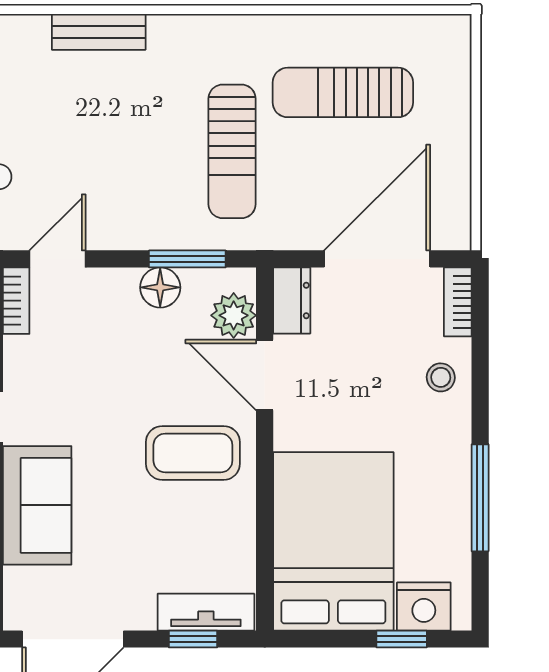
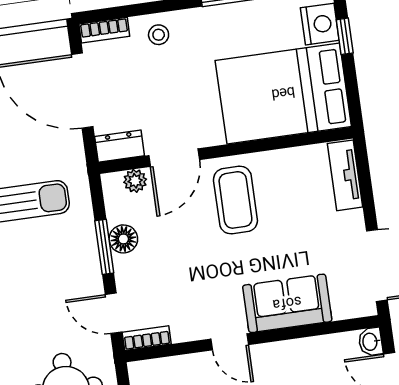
window: (187, 259) -> (104, 247), moved
plant: (234, 315) -> (135, 181), width x0.73, depth x0.73
window: (193, 639) -> (365, 182), removed

